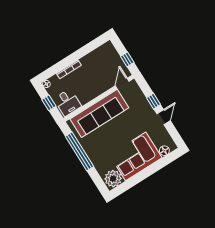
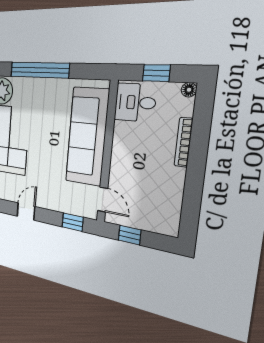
window: (154, 101) -> (73, 222), moved
door: (164, 117) -> (26, 211), swing flipped
window: (79, 151) -> (39, 70), moved

